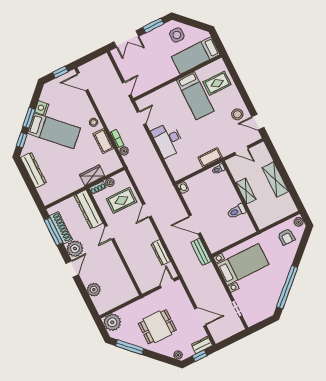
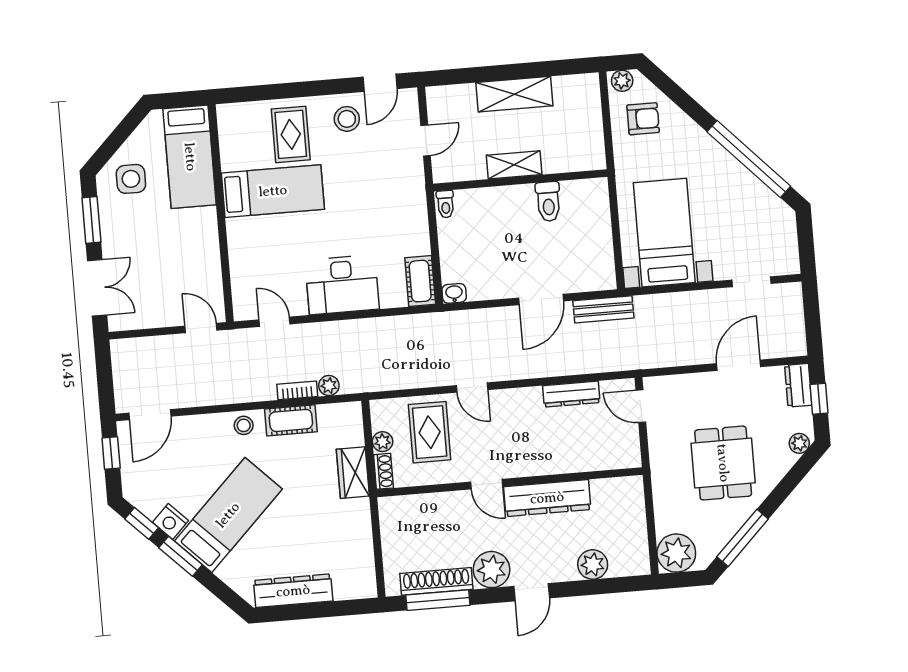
rug: (217, 83) -> (291, 134), moved
window: (22, 140) -> (142, 523), moved
cot: (210, 157) -> (420, 281), moved
dresser: (88, 209) -> (547, 498), moved
door: (72, 269) -> (532, 592), swing flipped

